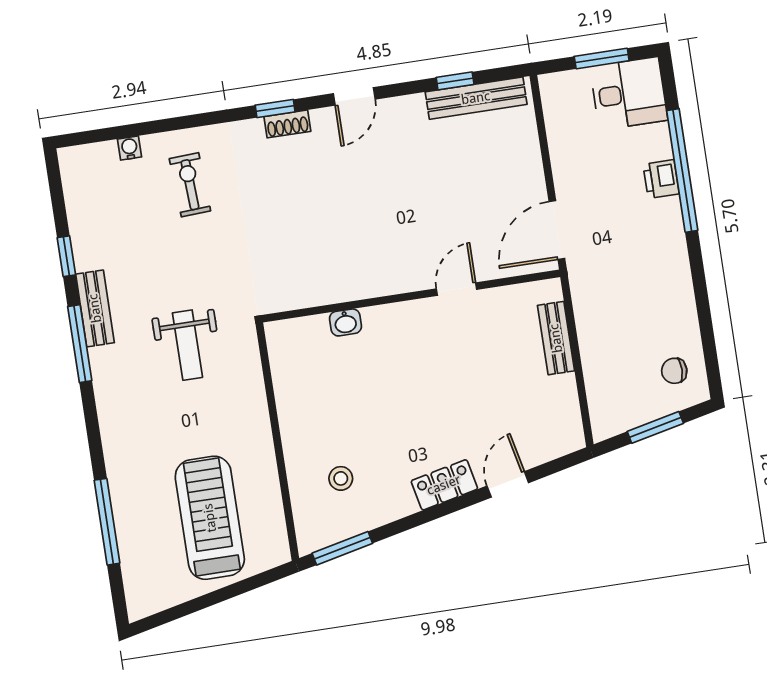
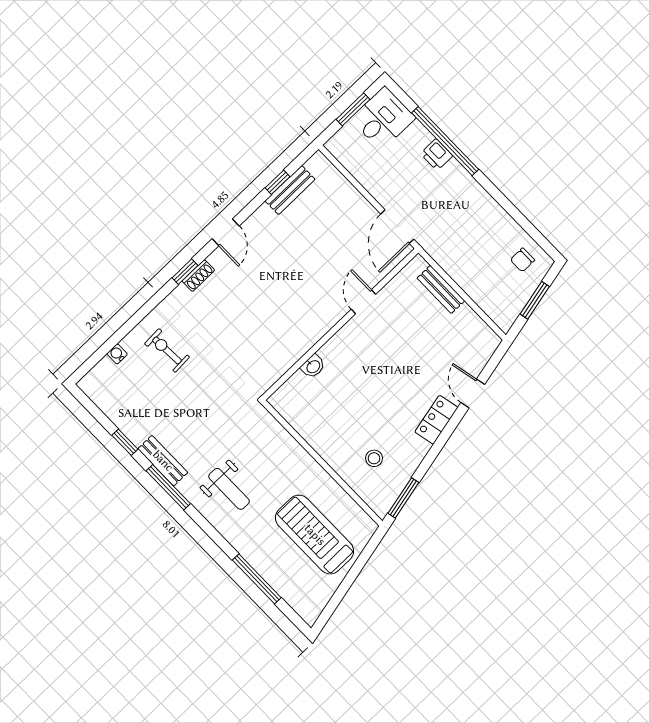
bench: (476, 98) -> (290, 190), width x0.73
weight bench: (188, 345) -> (229, 489), moved

